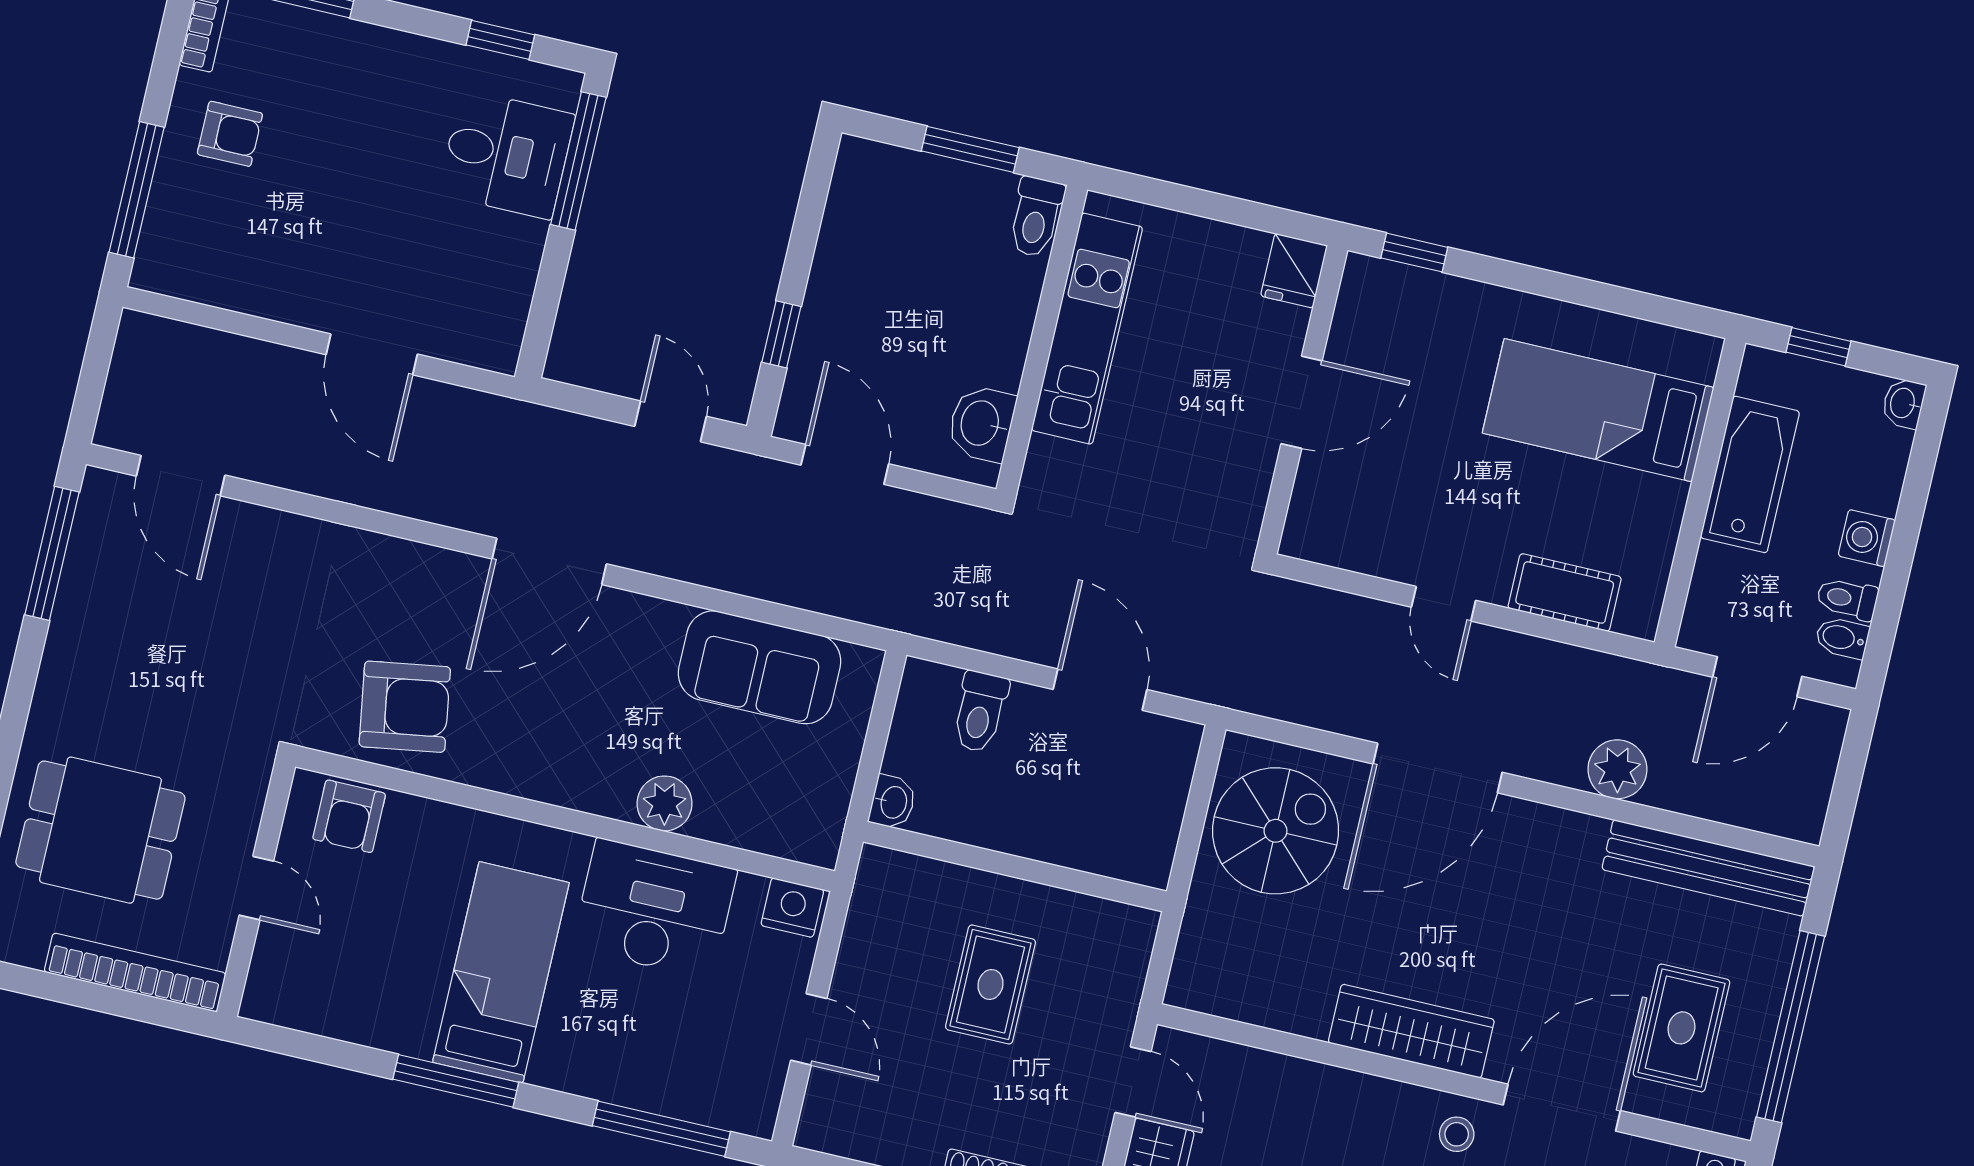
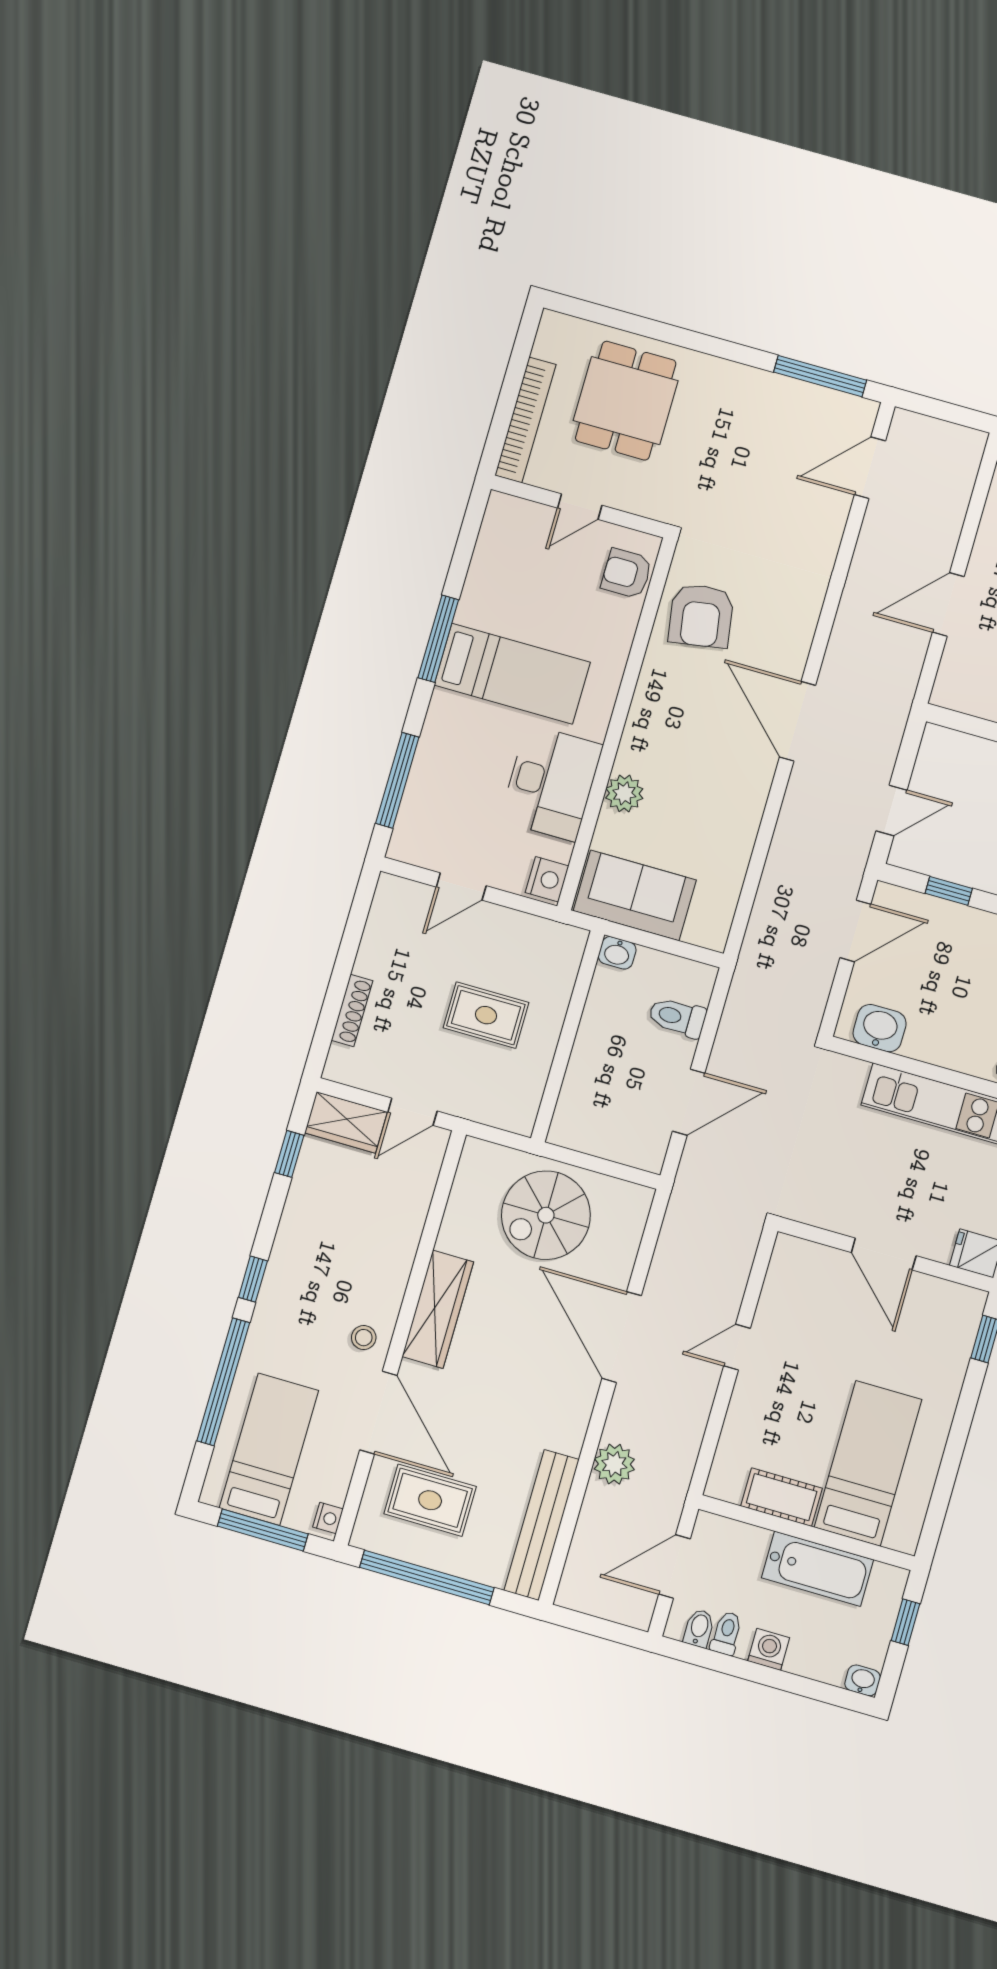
cot: (1565, 592) -> (782, 1497), moved, turned 90
sofa: (760, 667) -> (635, 895), moved, turned 90
door: (1757, 677) -> (675, 1567), hinge flipped
spiral stairs: (1276, 831) -> (546, 1215), moved, turned 90

